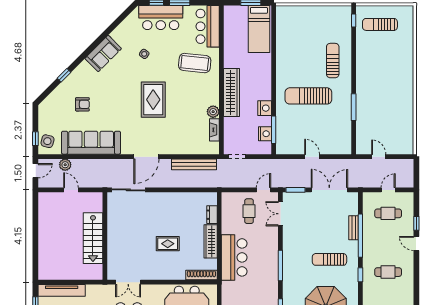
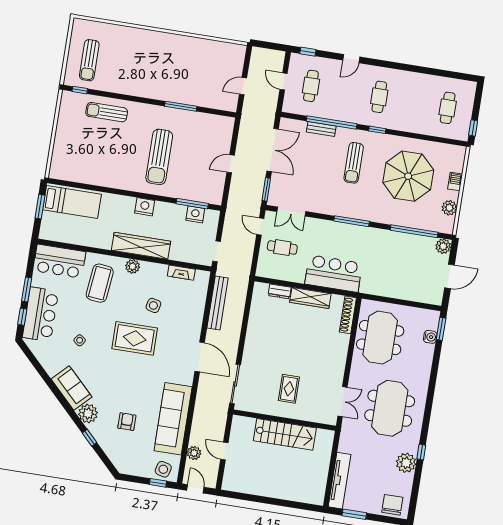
sun lounger: (333, 61) -> (107, 112), moved
plant: (84, 71) -> (88, 413), added
nightstand: (265, 108) -> (145, 207), moved
side table: (183, 111) -> (153, 305), added
plant: (213, 112) -> (133, 266), moved
door: (71, 190) -> (224, 451), hinge flipped
double door: (329, 190) -> (273, 150), swing flipped
window: (416, 223) -> (308, 52), moved
rug: (168, 244) -> (289, 389), moved

